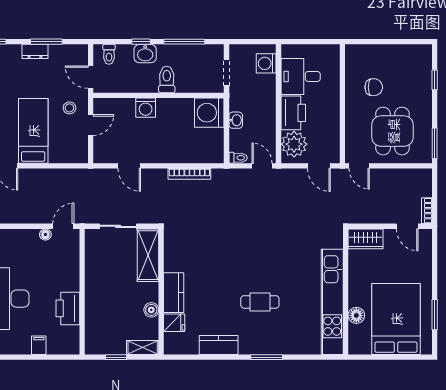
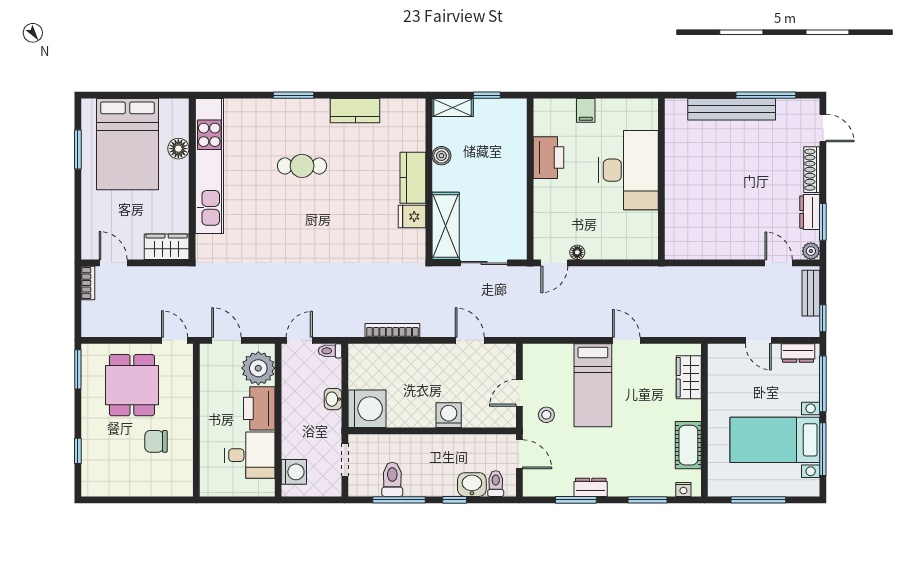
washbasin: (145, 54) -> (472, 485), moved
toilet: (167, 79) -> (392, 479), moved, turned 180
door: (262, 166) -> (299, 340), swing flipped
fridge: (174, 323) -> (412, 217), moved

